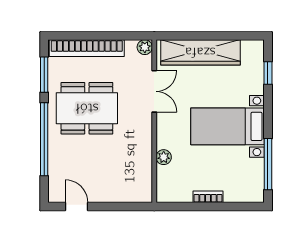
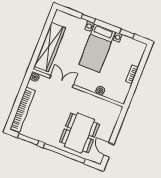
window: (268, 73) -> (88, 19), moved
dining table: (87, 108) -> (79, 133), moved
window: (268, 164) -> (127, 34), width x0.46
door: (77, 207) -> (109, 150), hinge flipped

